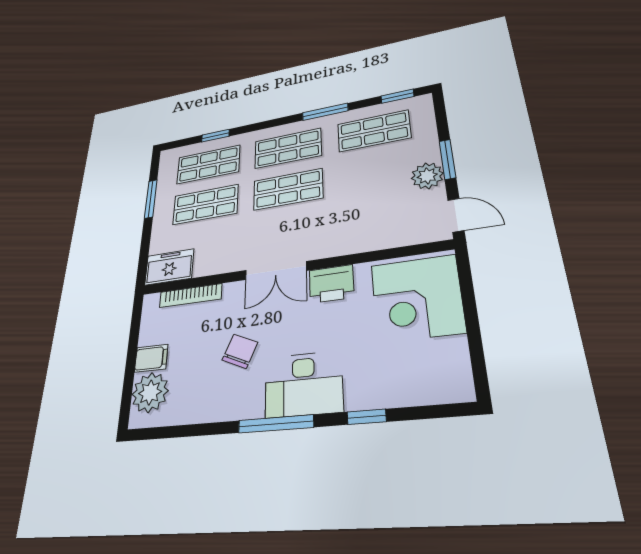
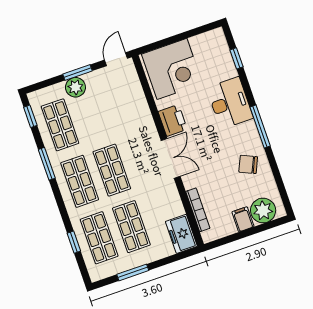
plant: (427, 176) -> (75, 87), moved
chair: (240, 351) -> (248, 164), moved
desk: (303, 384) -> (230, 103), moved
window: (367, 417) -> (237, 58), moved

